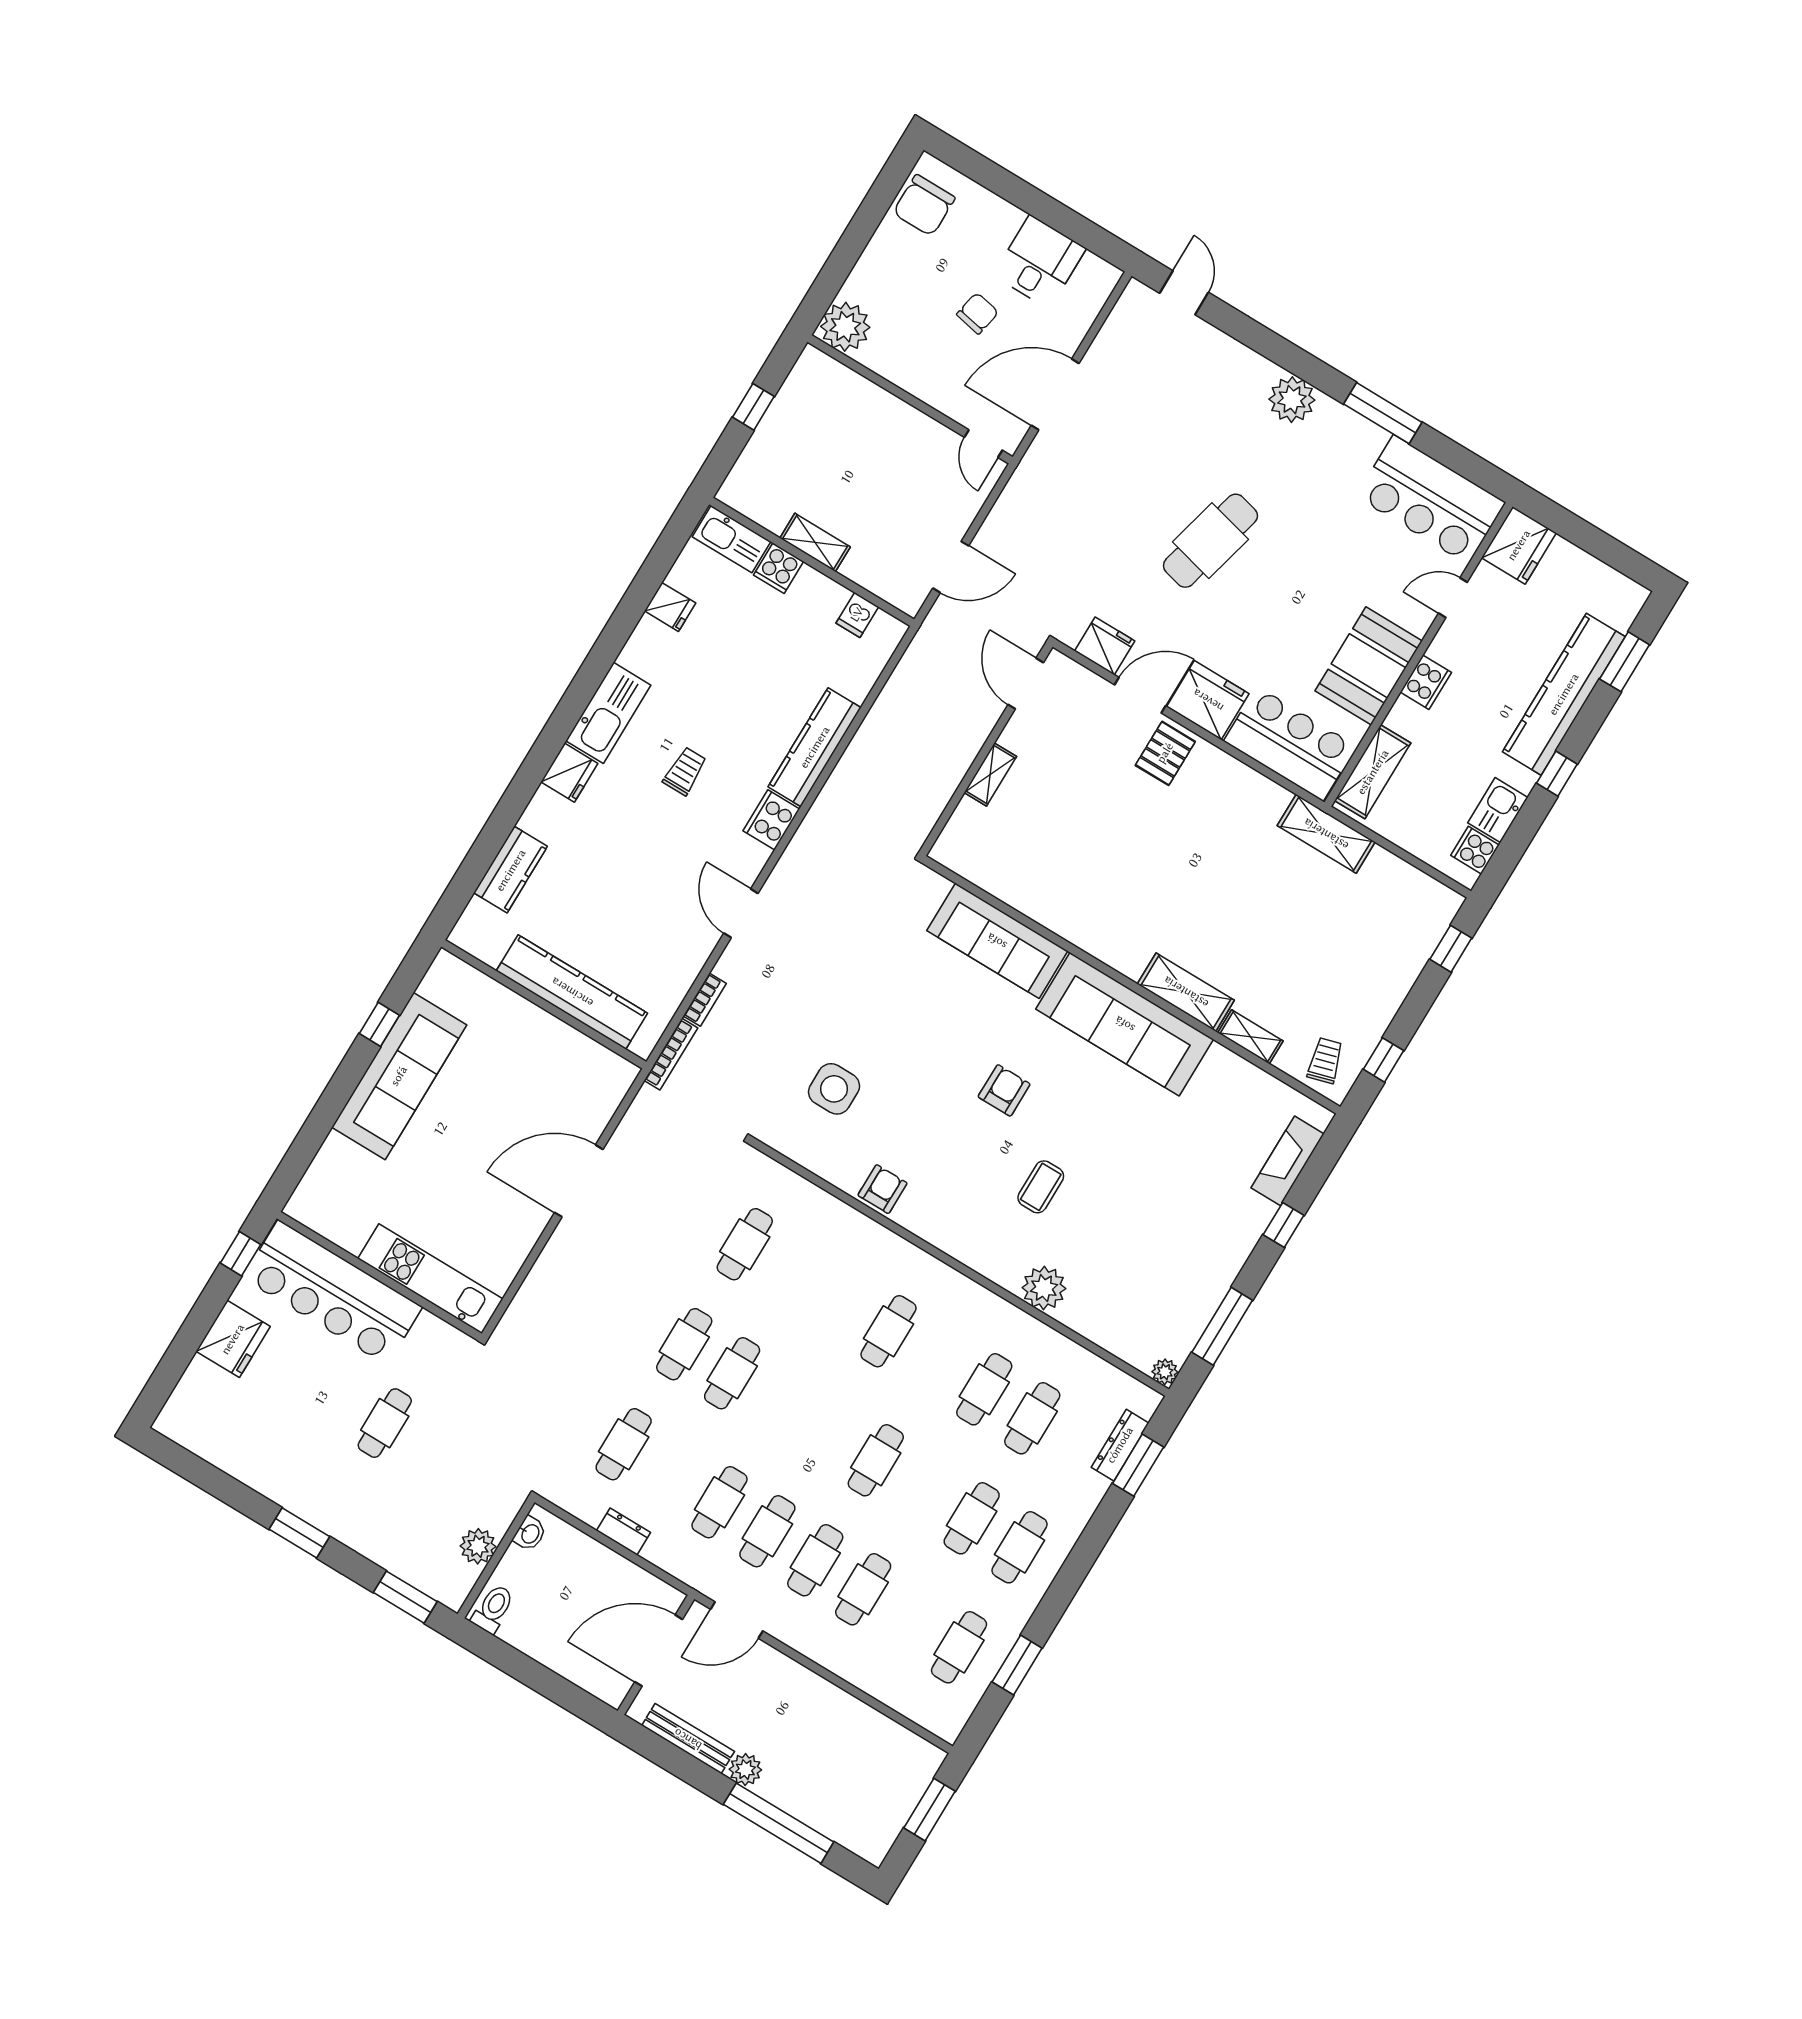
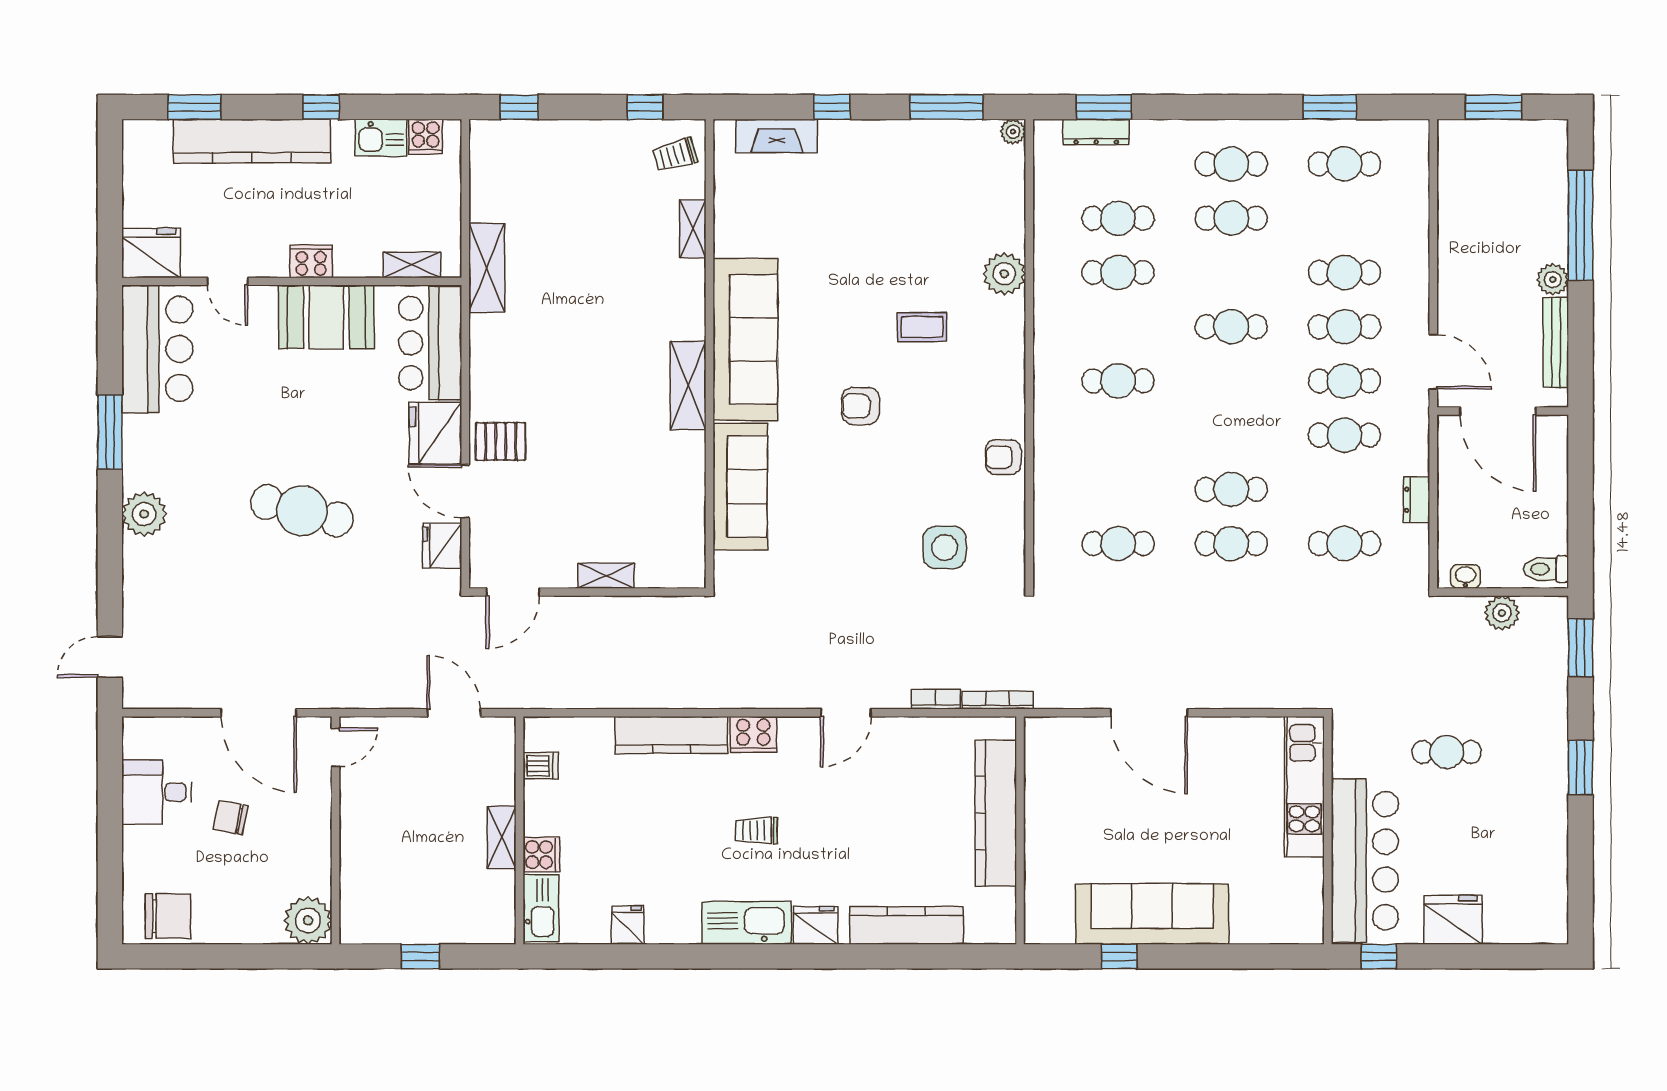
shelving: (1373, 772) -> (412, 265), width x0.67, depth x0.75
kitchen counter: (511, 870) -> (906, 925), width x1.50
shelving: (1186, 992) -> (688, 386), moved

